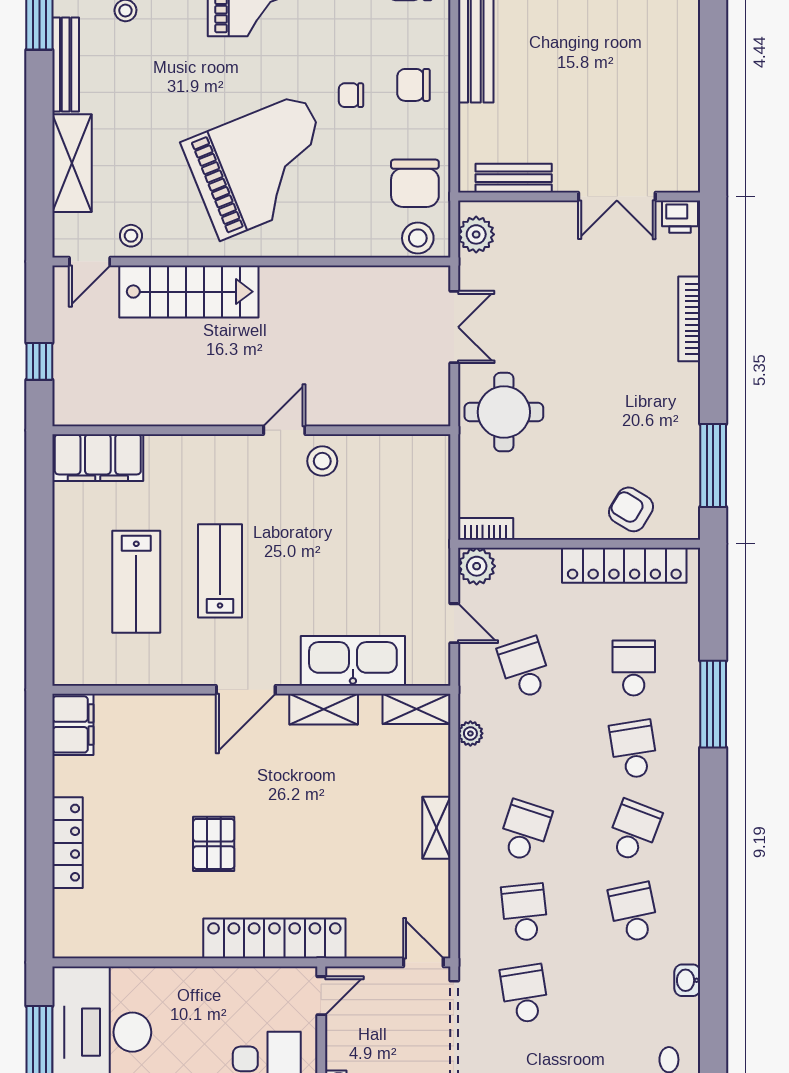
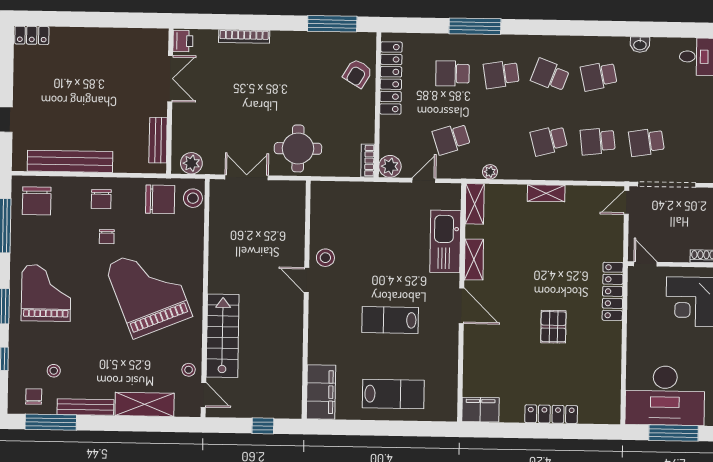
lab bench: (136, 582) -> (393, 394), moved
school desk: (525, 831) -> (549, 140), turned -33
pallet: (214, 844) -> (553, 327), turned 90
locker: (274, 938) -> (613, 291), width x0.71, depth x0.83

